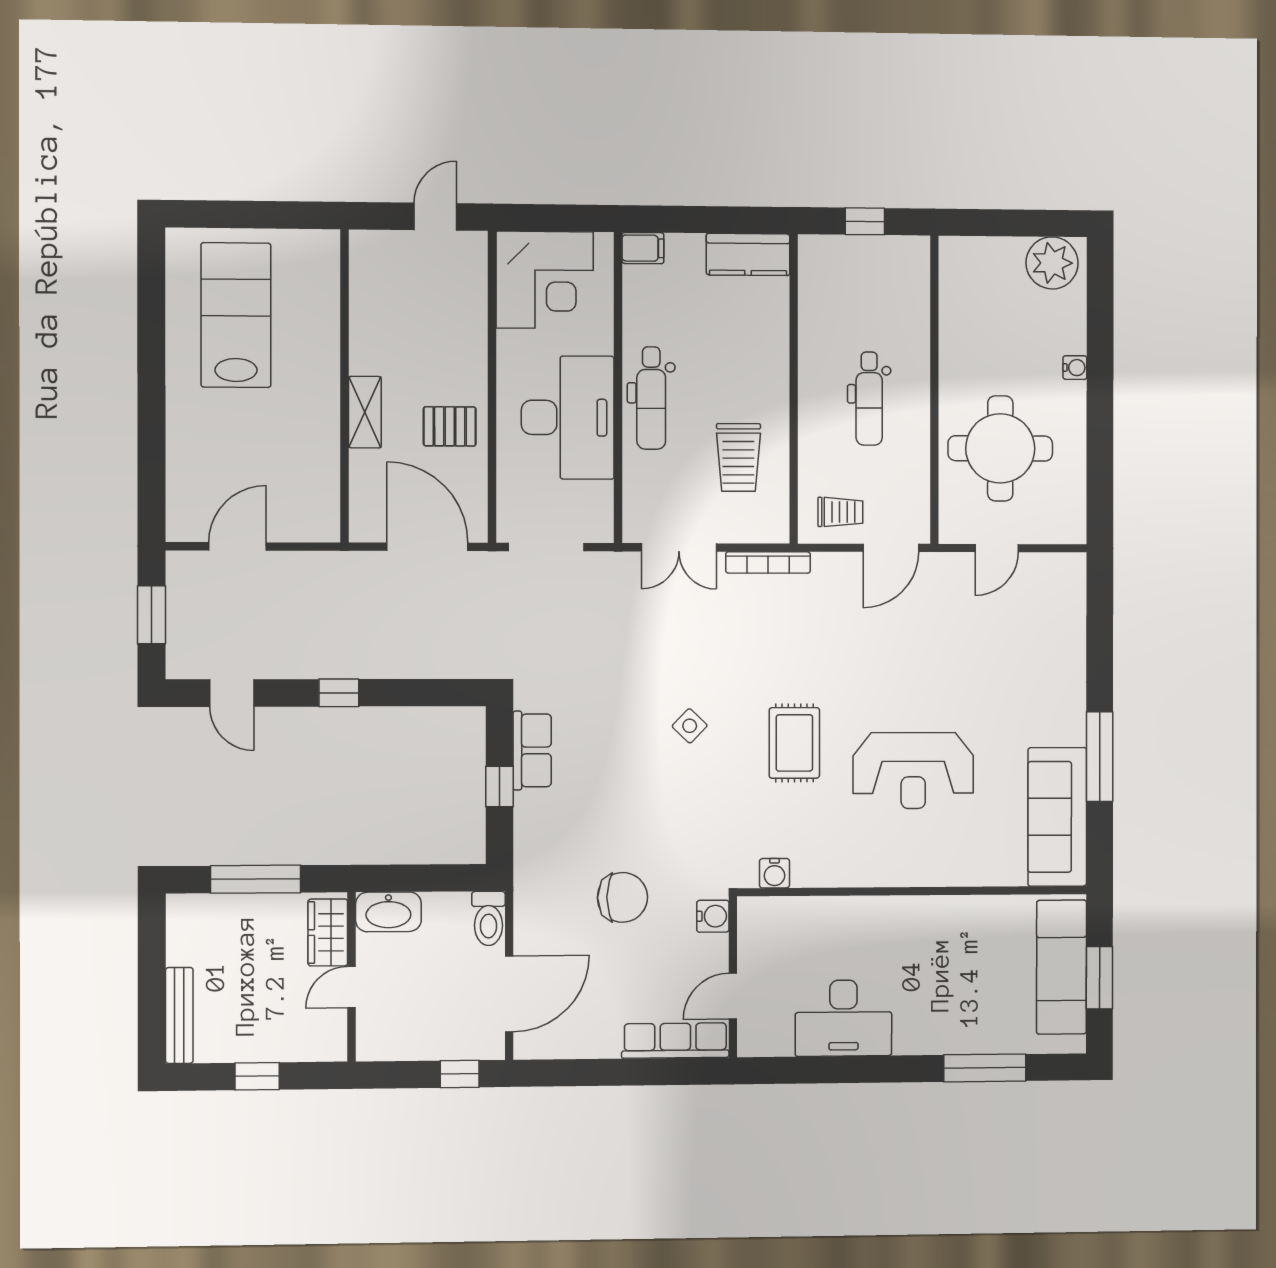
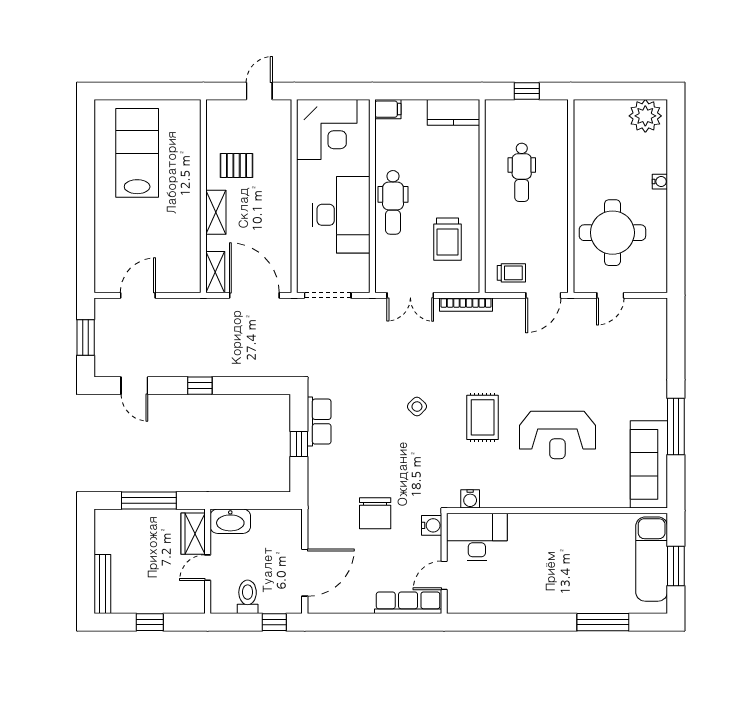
dental chair: (869, 399) -> (522, 172), moved
pallet: (450, 426) -> (237, 165), moved
shelving: (364, 509) -> (215, 272), added
chair: (622, 897) -> (375, 513), turned 90
toilet: (488, 918) -> (248, 597), moved, turned 180
desk: (843, 1018) -> (477, 537), moved, turned 180

